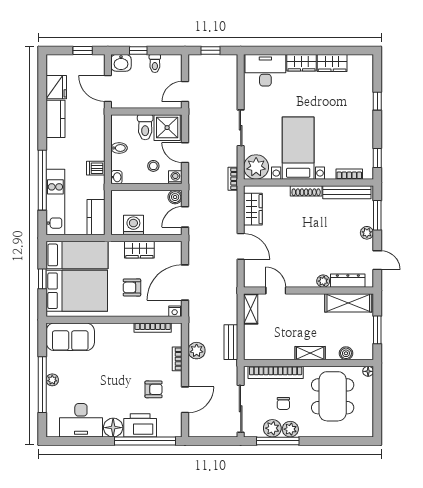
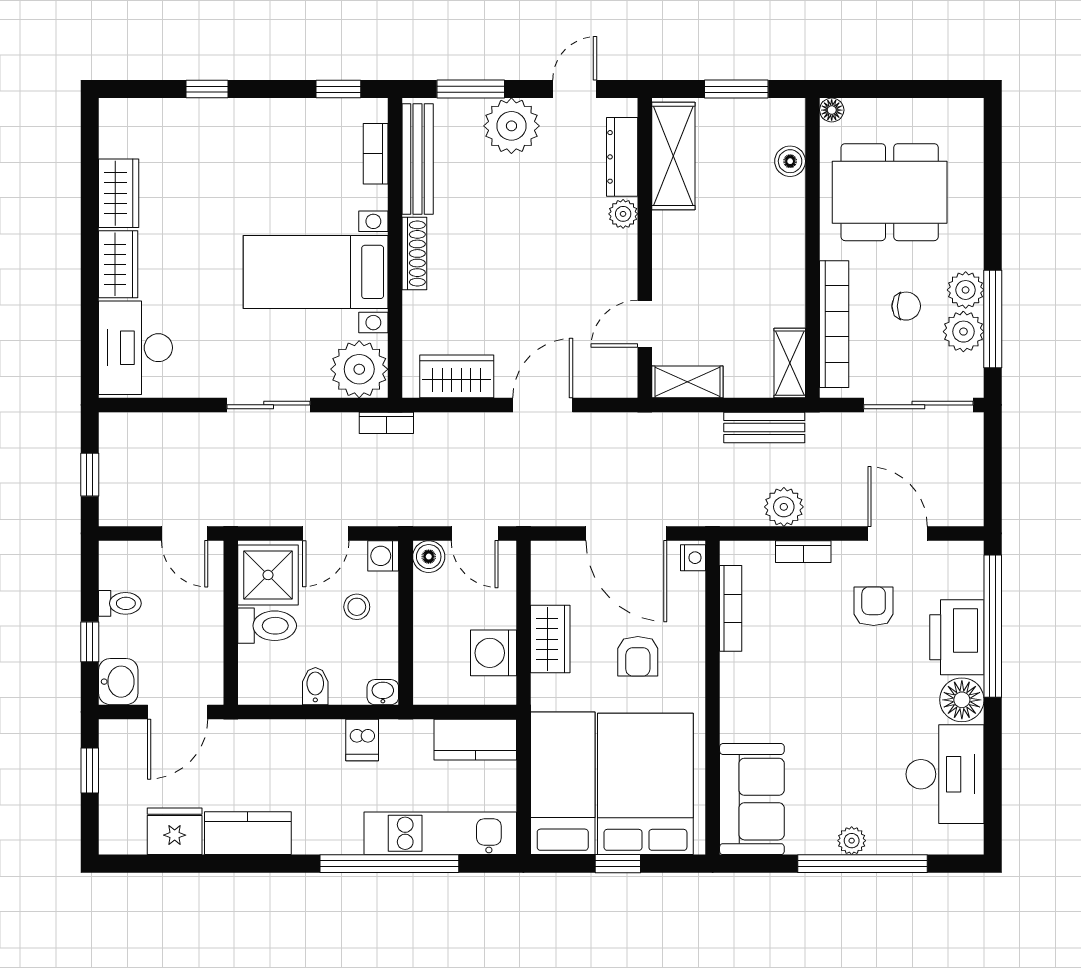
plant: (367, 233) -> (511, 126), width x1.88, depth x1.88
shelving: (310, 353) -> (790, 363), moved

